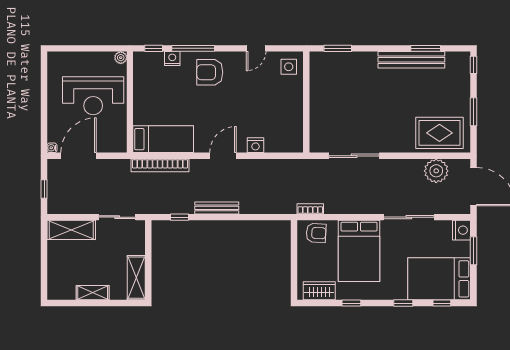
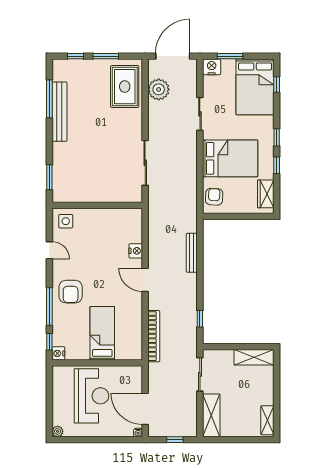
window: (426, 48) -> (49, 99), width x1.44
plant: (121, 58) -> (58, 431), moved
nightstand: (172, 59) -> (58, 353), moved
window: (474, 65) -> (76, 56), moved
bed: (163, 139) -> (102, 333), moved
bench: (217, 208) -> (192, 253), moved
bookcase: (310, 209) -> (193, 202), removed
sliding door: (409, 217) -> (200, 114), width x0.73
shelving: (93, 293) -> (267, 420), moved
window: (403, 303) -> (277, 137), moved

